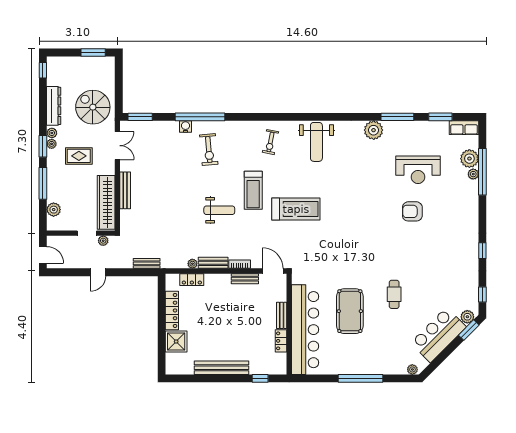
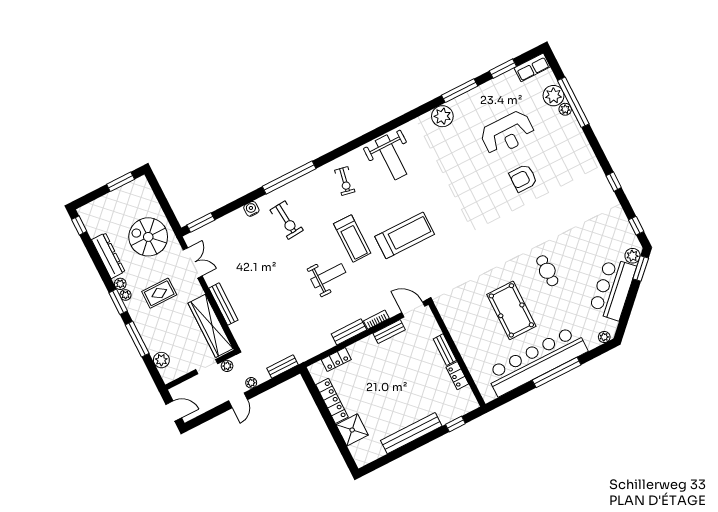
window: (200, 117) -> (289, 177), moved
plant: (192, 264) -> (251, 383), moved
bar counter: (305, 330) -> (536, 361), moved, turned -90

